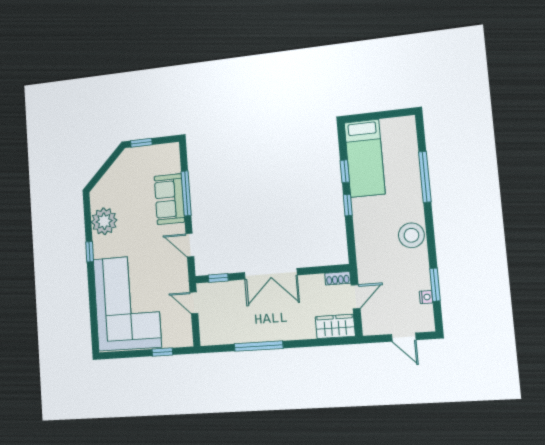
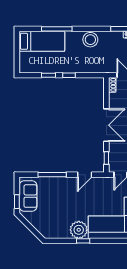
bed: (365, 158) -> (42, 41), moved
sofa: (169, 199) -> (28, 196), moved, turned -90
plant: (104, 221) -> (79, 230), moved

